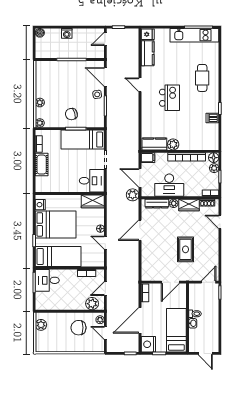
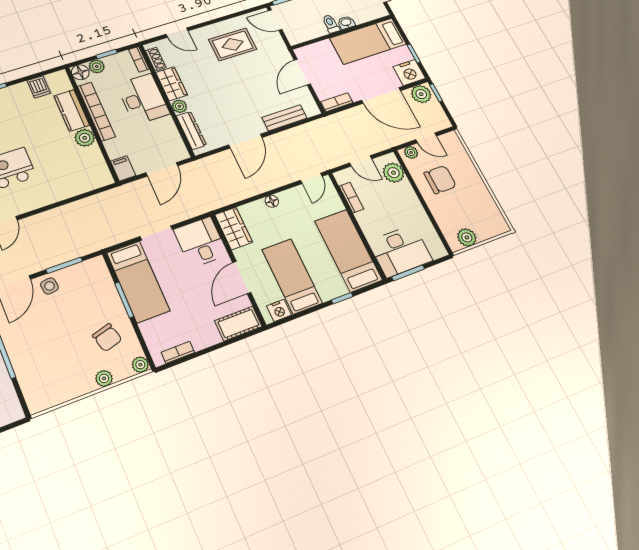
chair: (71, 114) -> (107, 338), moved
dishwasher: (212, 118) -> (39, 87), moved
kitchen counter: (154, 144) -> (72, 111), moved
cot: (42, 165) -> (238, 324), moved
desk: (169, 185) -> (143, 99), moved
door: (65, 193) -> (242, 278), added
plant: (133, 195) -> (421, 94), moved
door: (220, 222) -> (177, 33), hinge flipped
bed: (56, 224) -> (292, 276), width x0.67
door: (140, 230) -> (245, 141), hinge flipped
door: (105, 243) -> (311, 178), moved
rug: (186, 249) -> (233, 44), moved
bench: (146, 259) -> (284, 118), added
desk: (47, 280) -> (400, 251), width x1.37
door: (170, 282) -> (302, 72), swing flipped
chair: (79, 328) -> (440, 180), turned -90
door: (105, 333) -> (426, 138), hinge flipped

